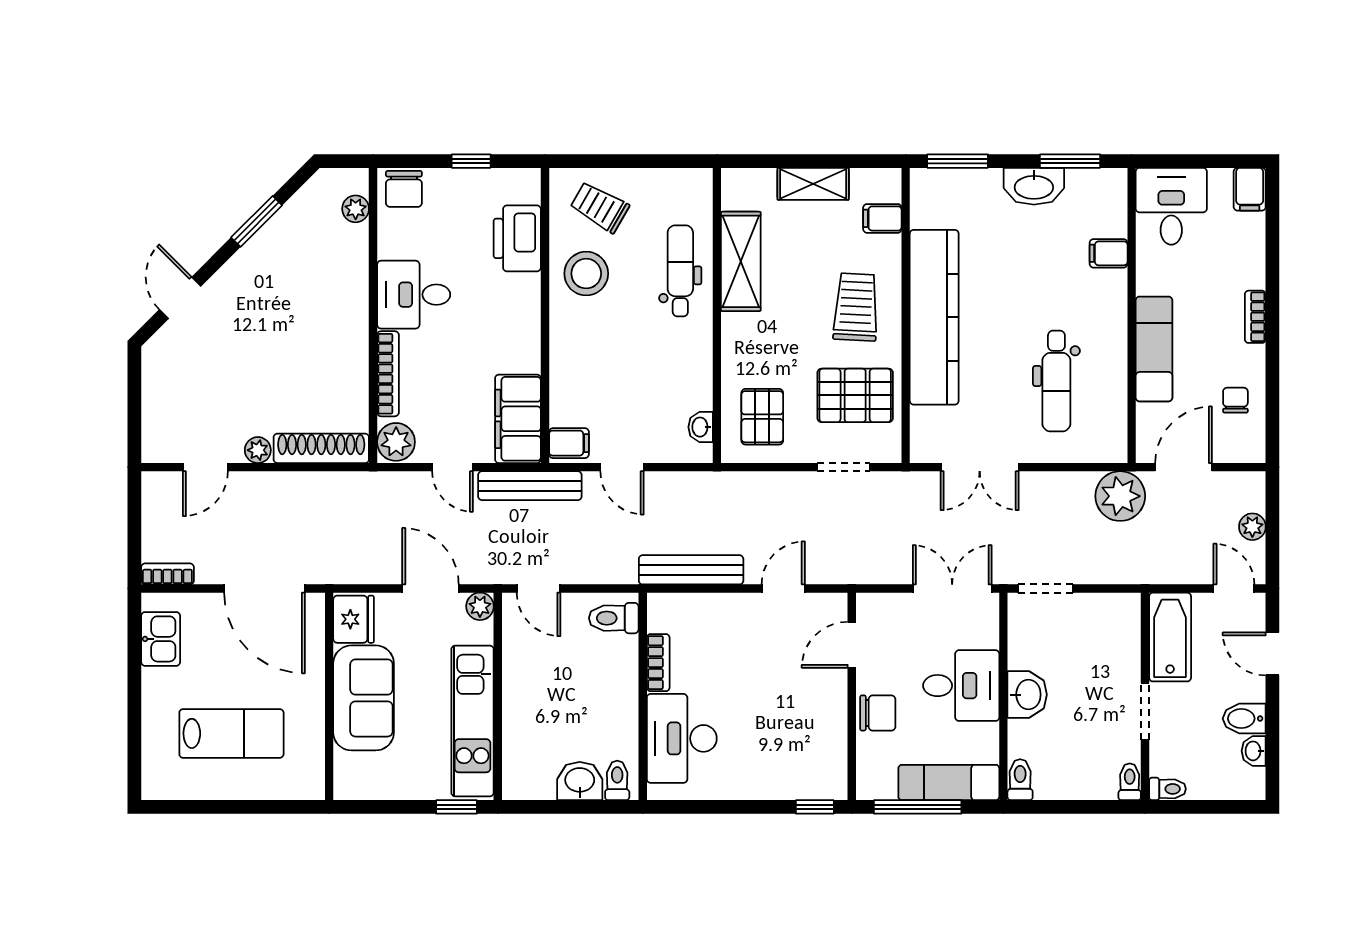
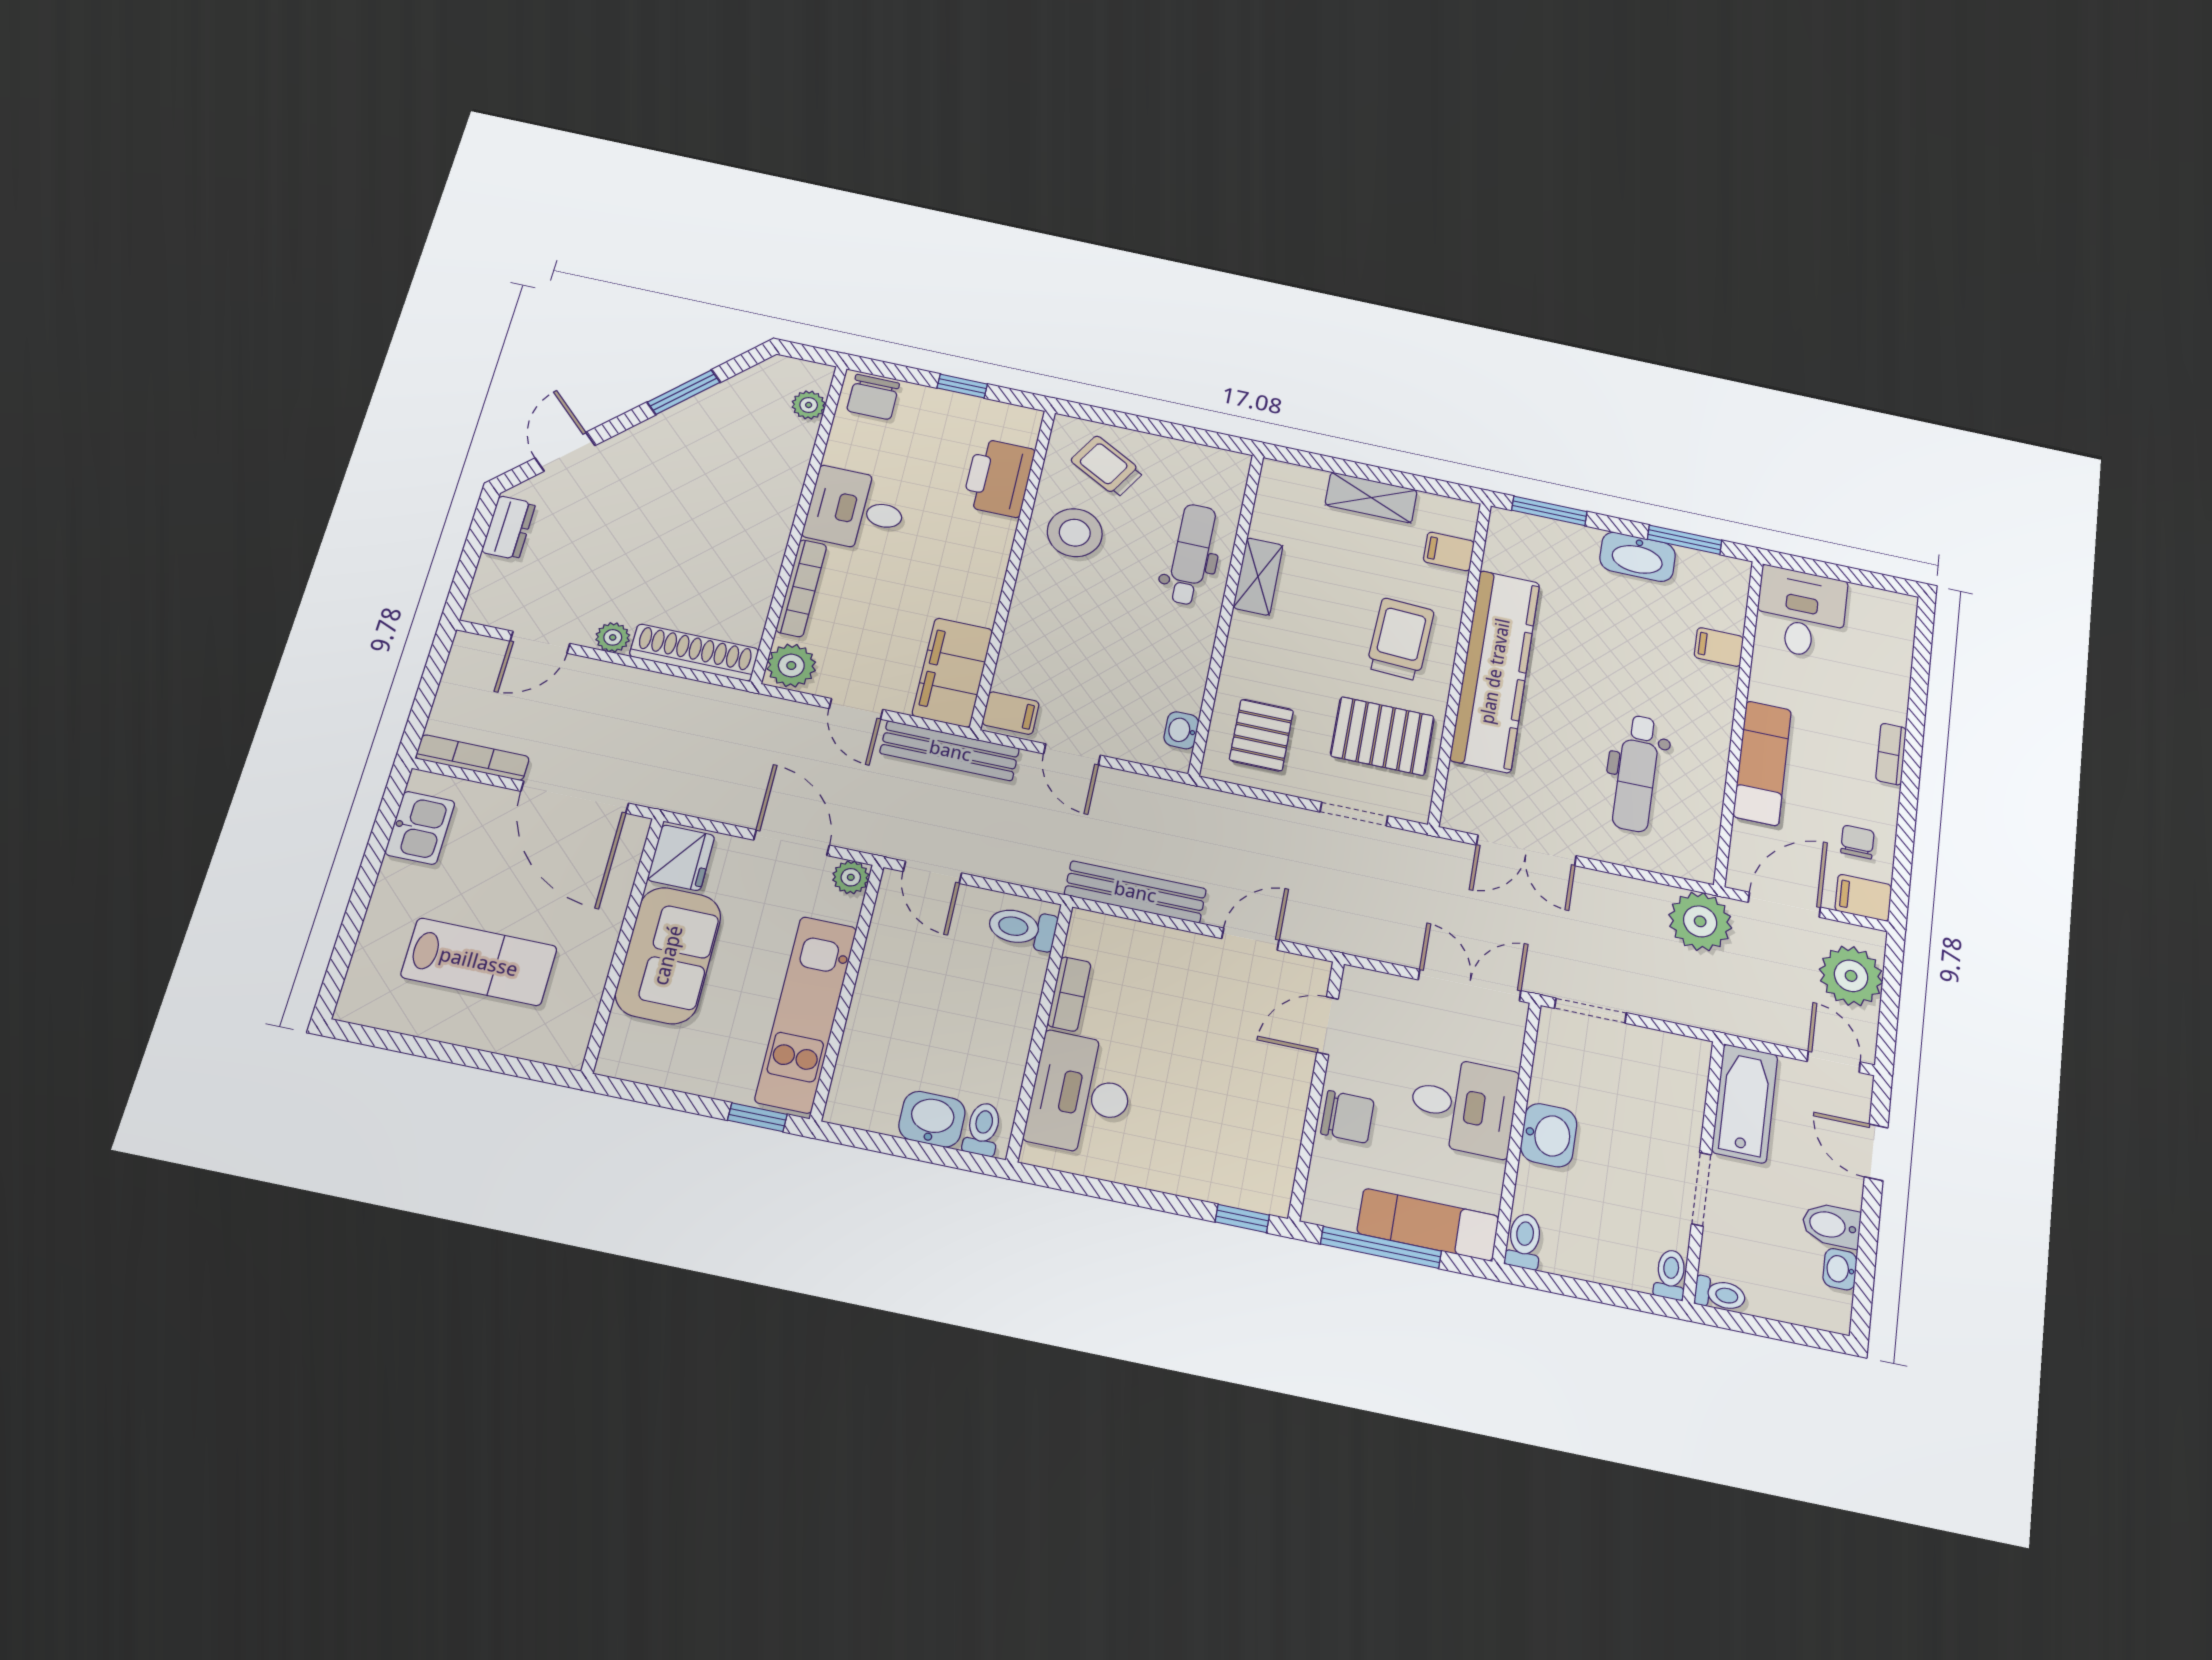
filing cabinet: (1250, 189) -> (1863, 898), moved, turned 90
shelving: (741, 261) -> (1258, 576), width x0.67, depth x0.75
dresser: (156, 375) -> (509, 528), added
plant: (1252, 527) -> (1851, 976), width x1.88, depth x1.88
bookcase: (167, 574) -> (472, 758), width x1.56

